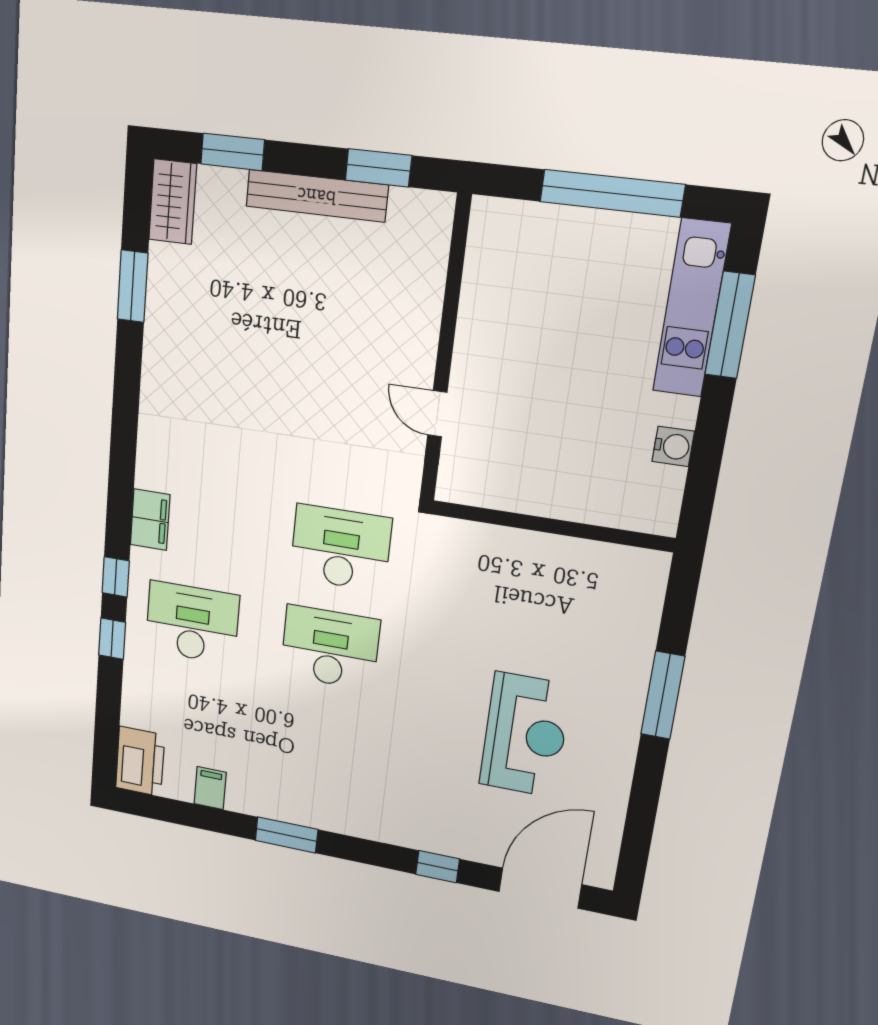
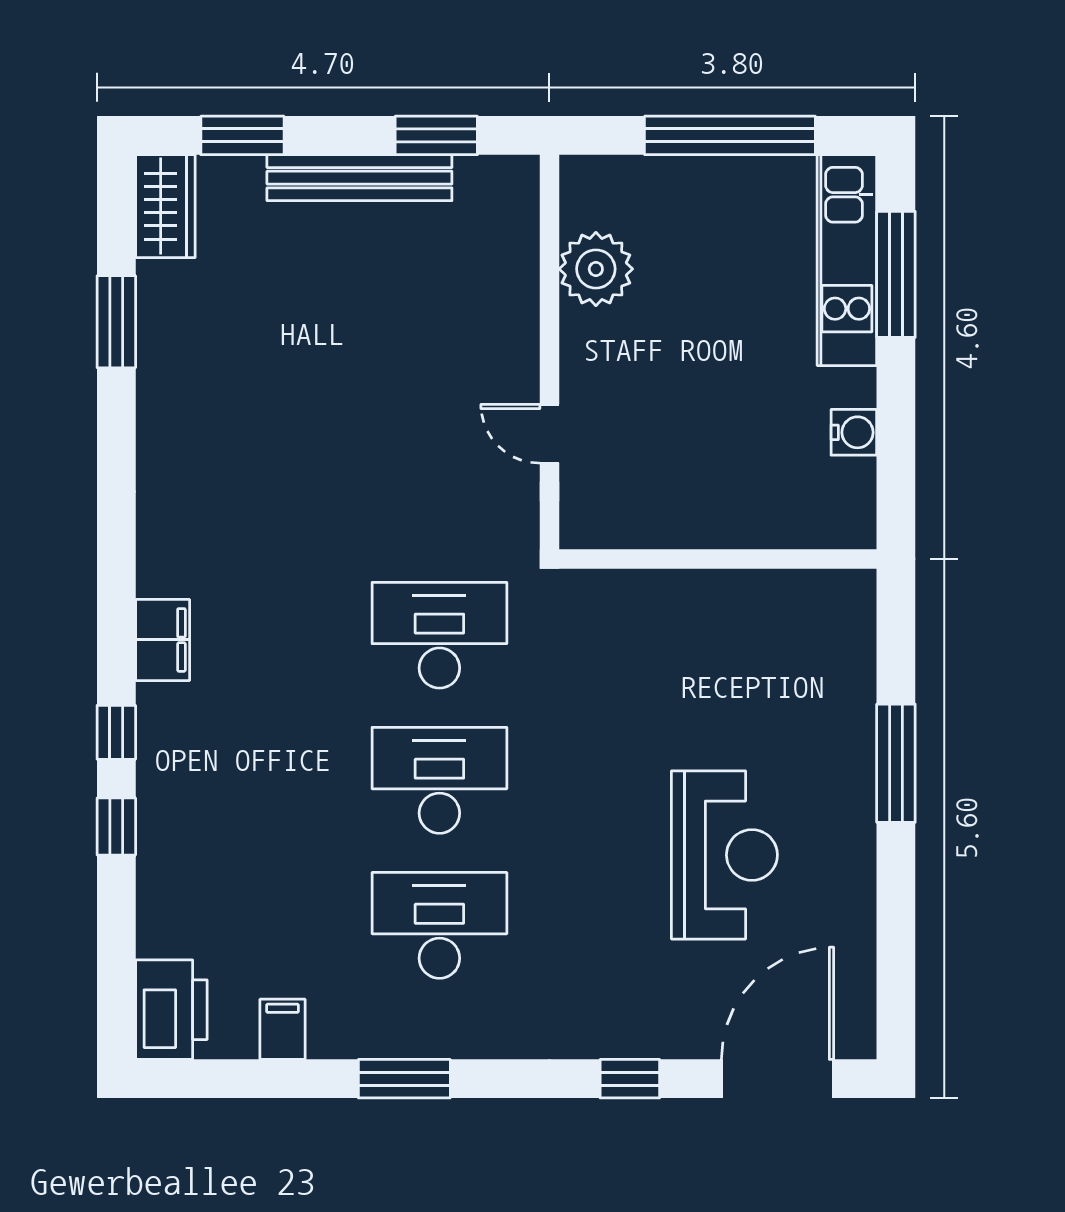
plant: (489, 290) -> (596, 269), added
desk: (192, 623) -> (439, 925), moved

